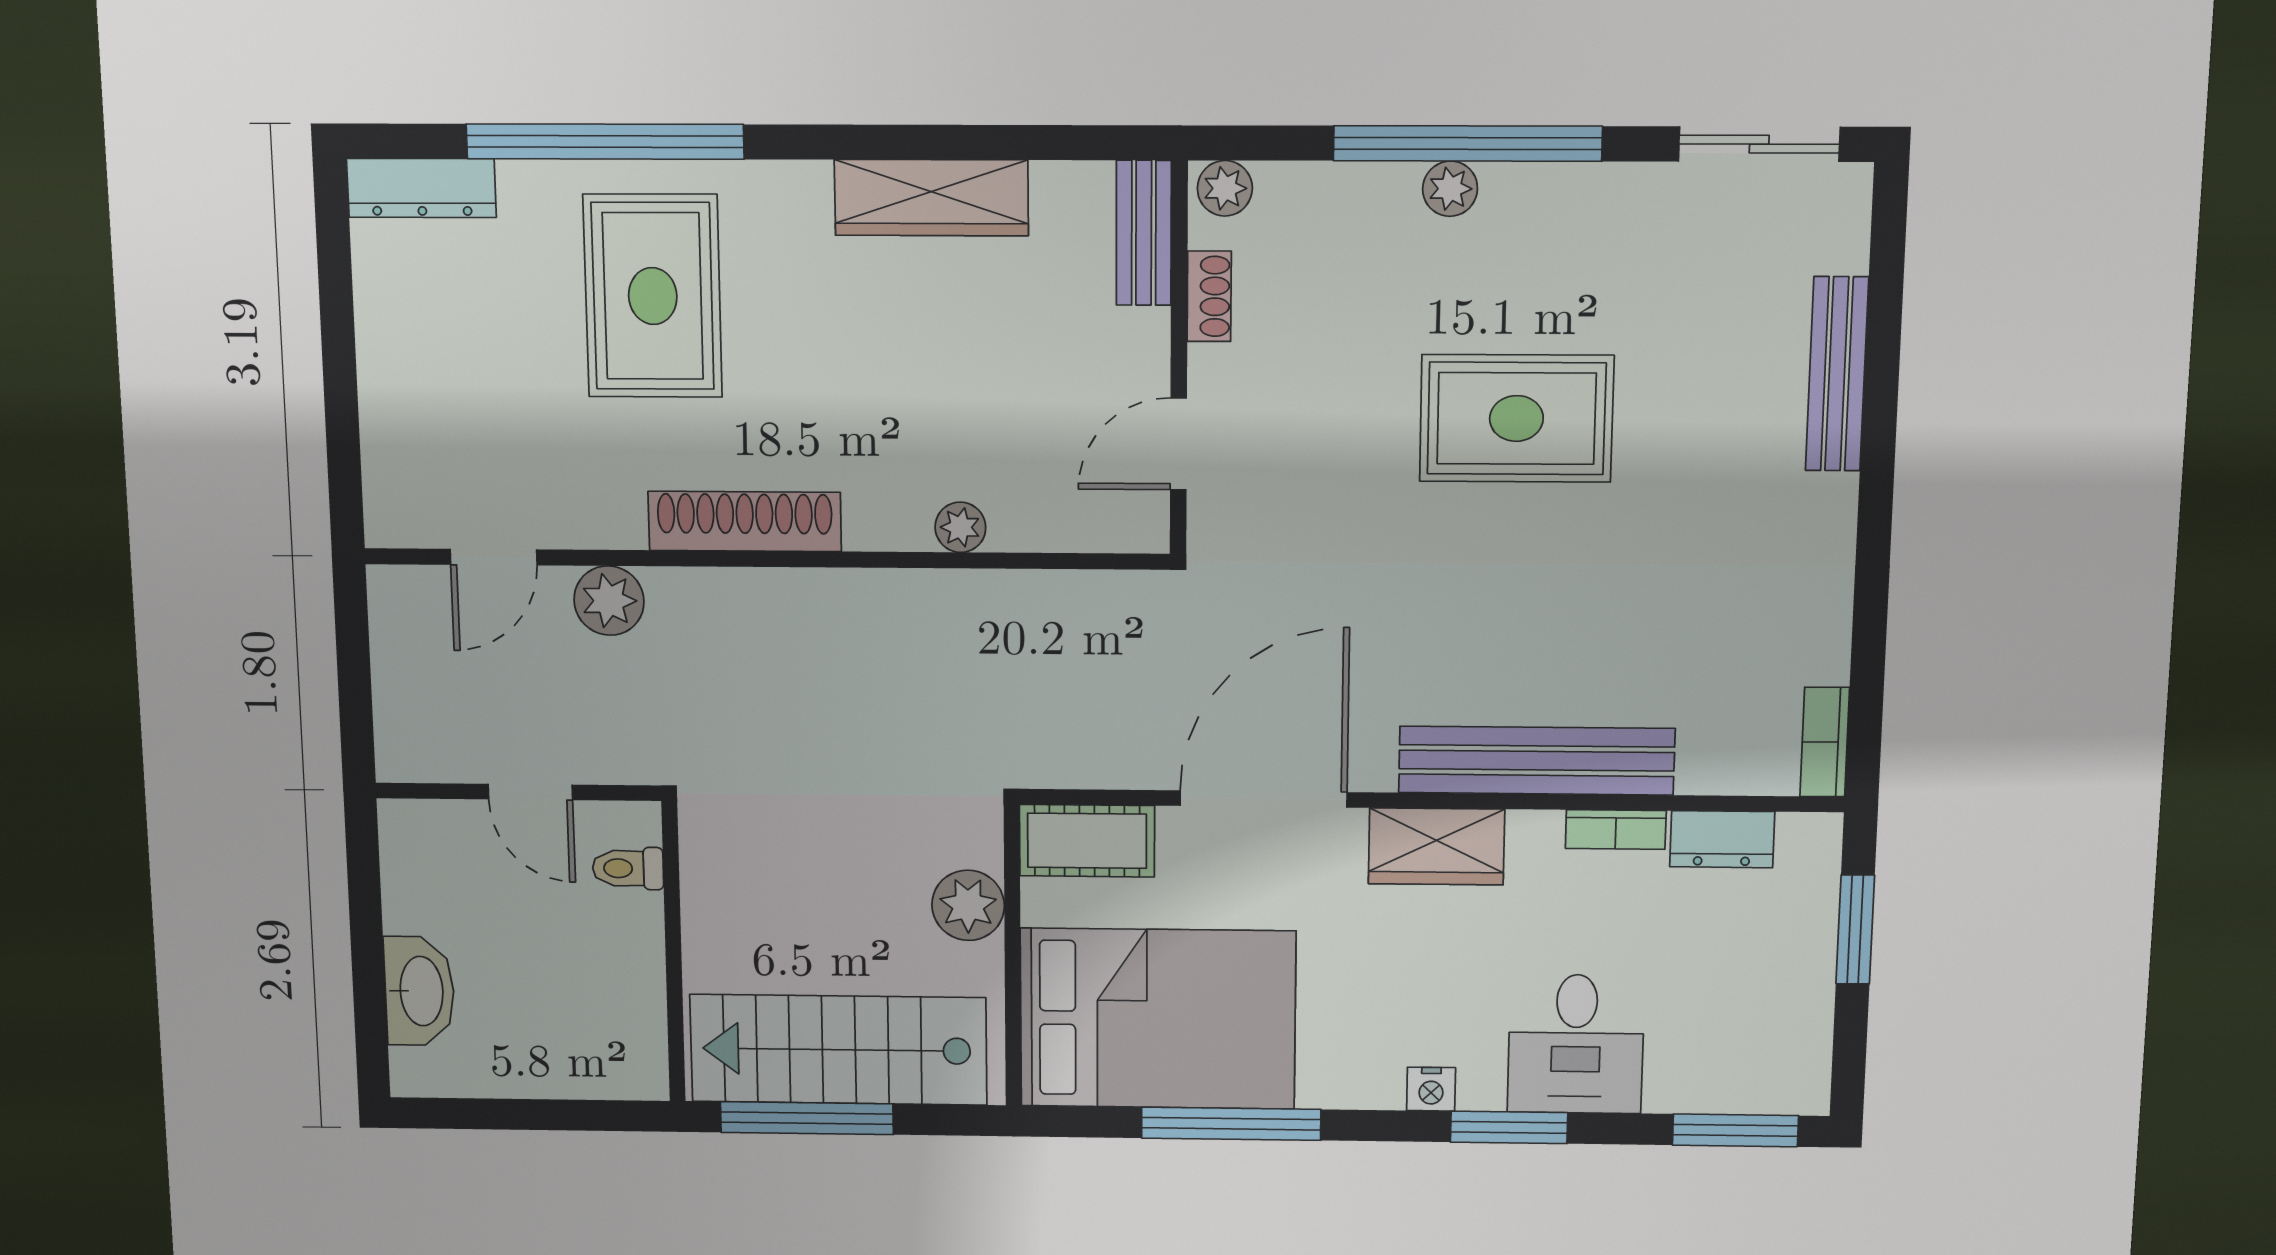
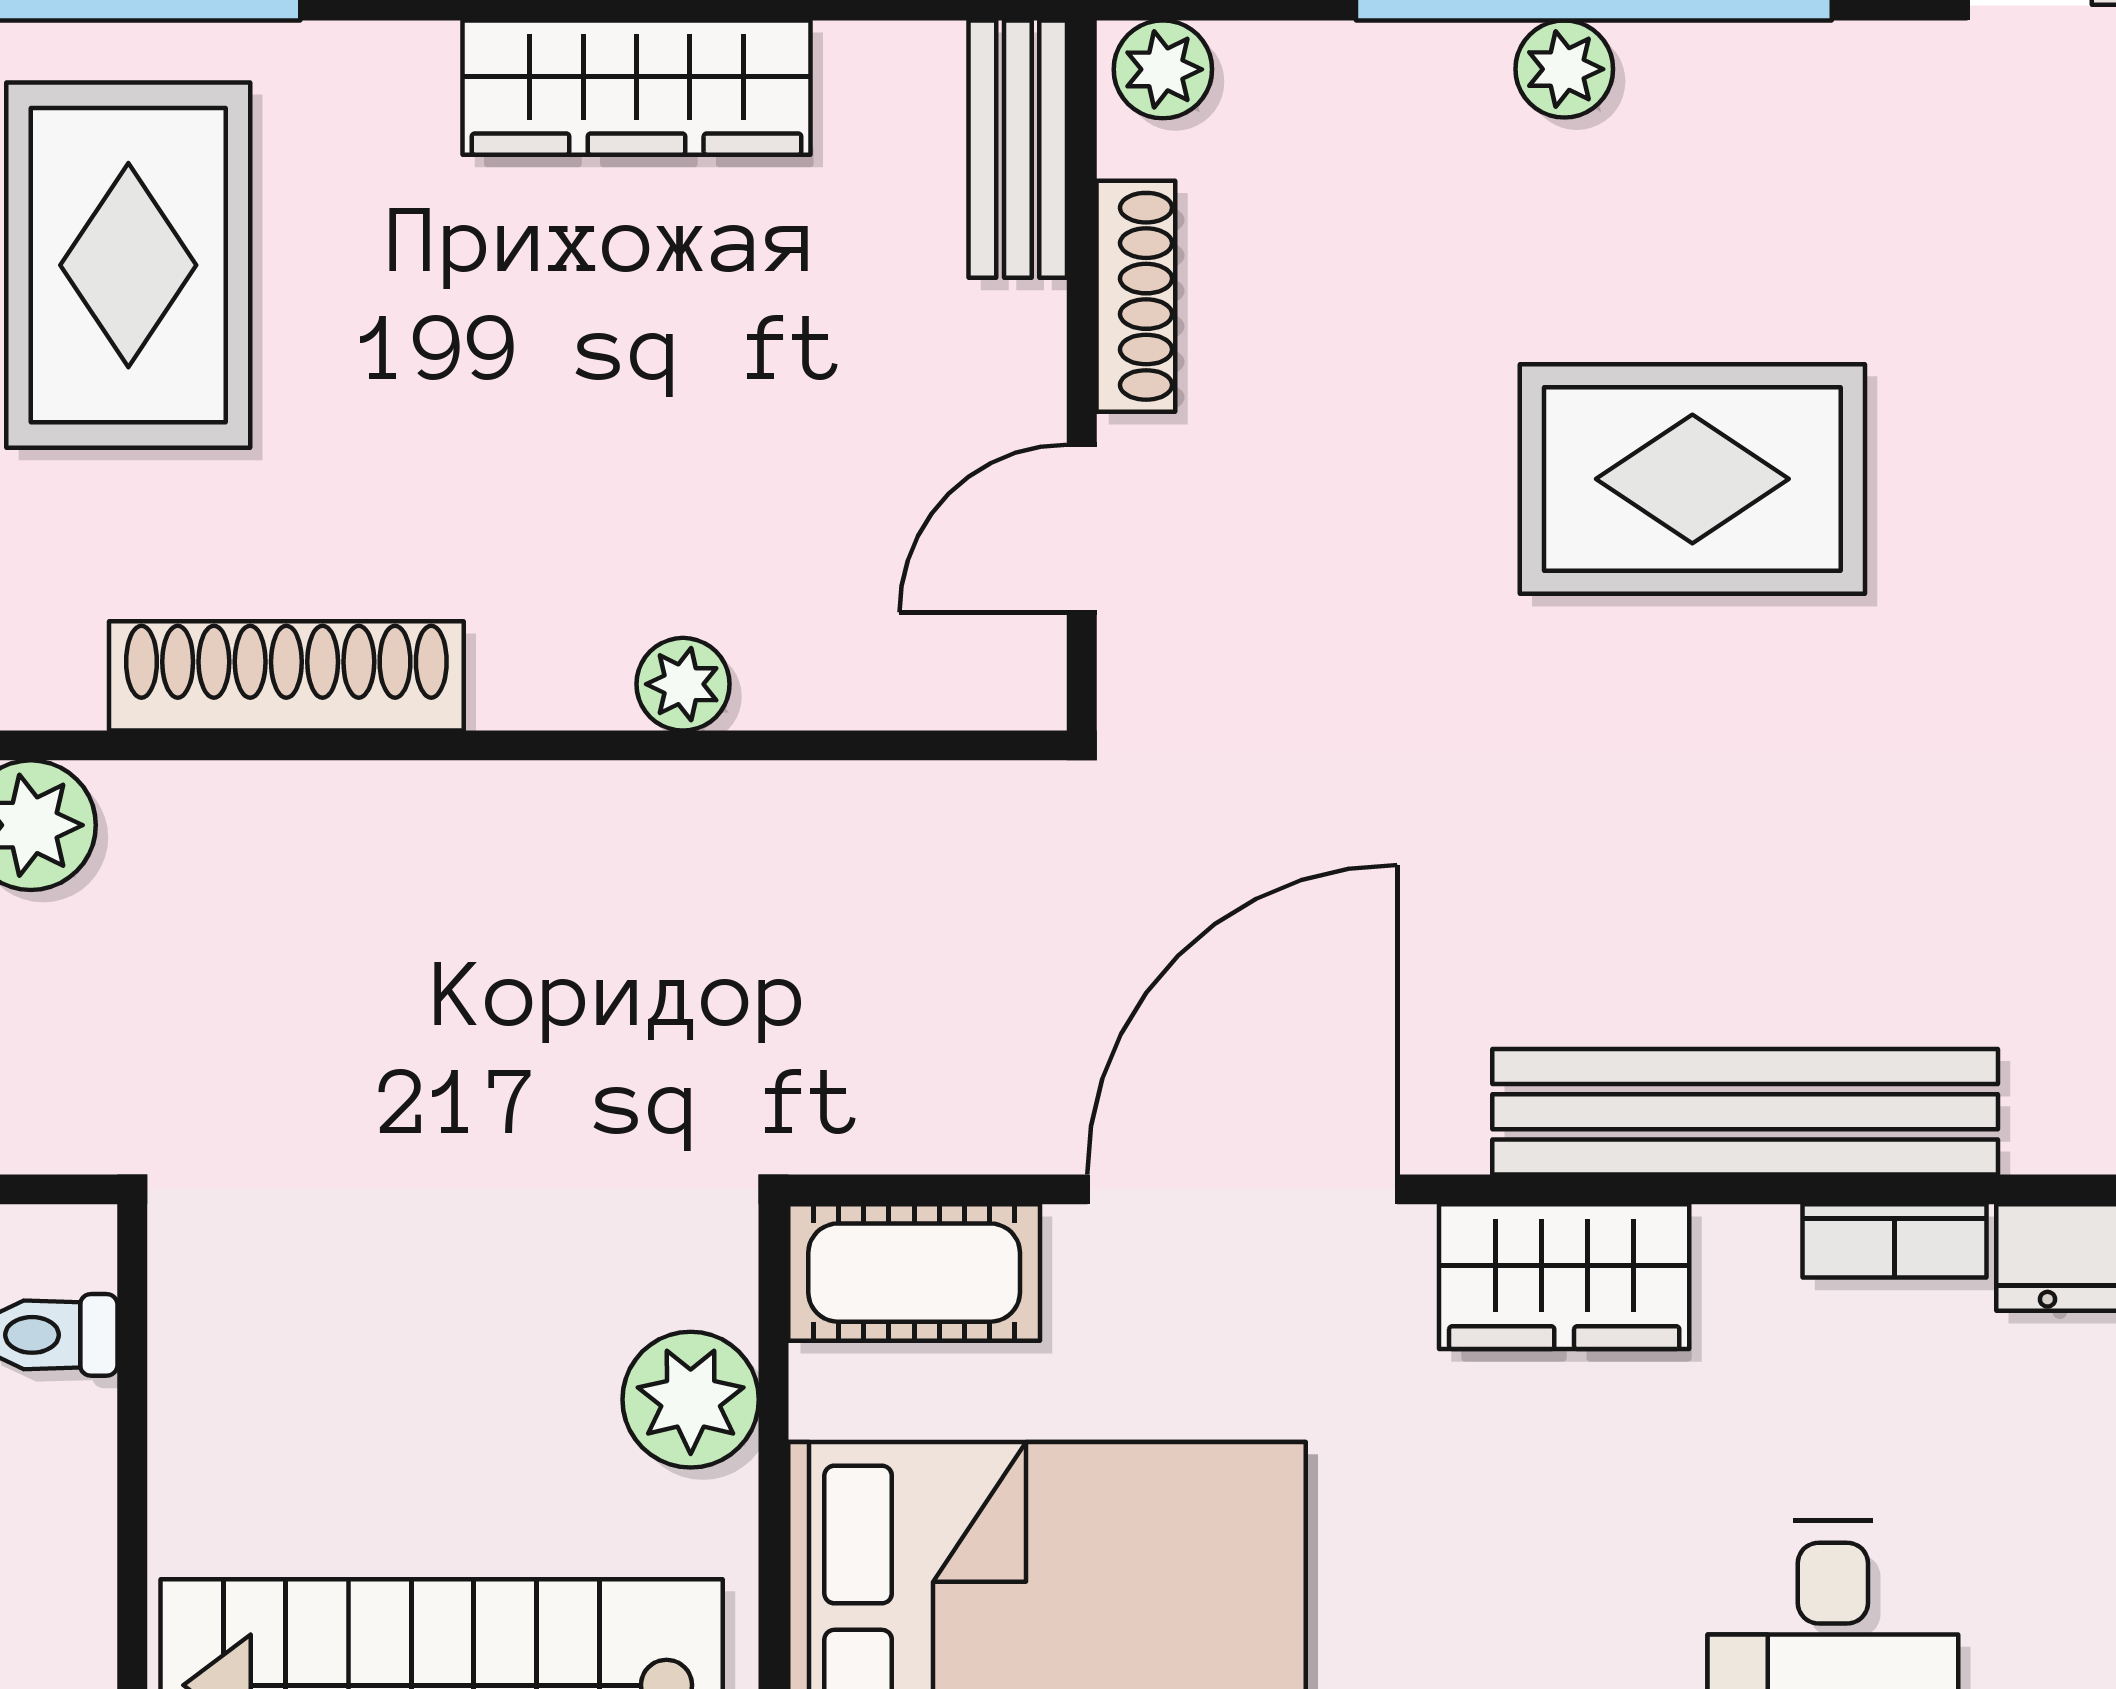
shoe rack: (1209, 296) -> (1136, 296), width x1.43

